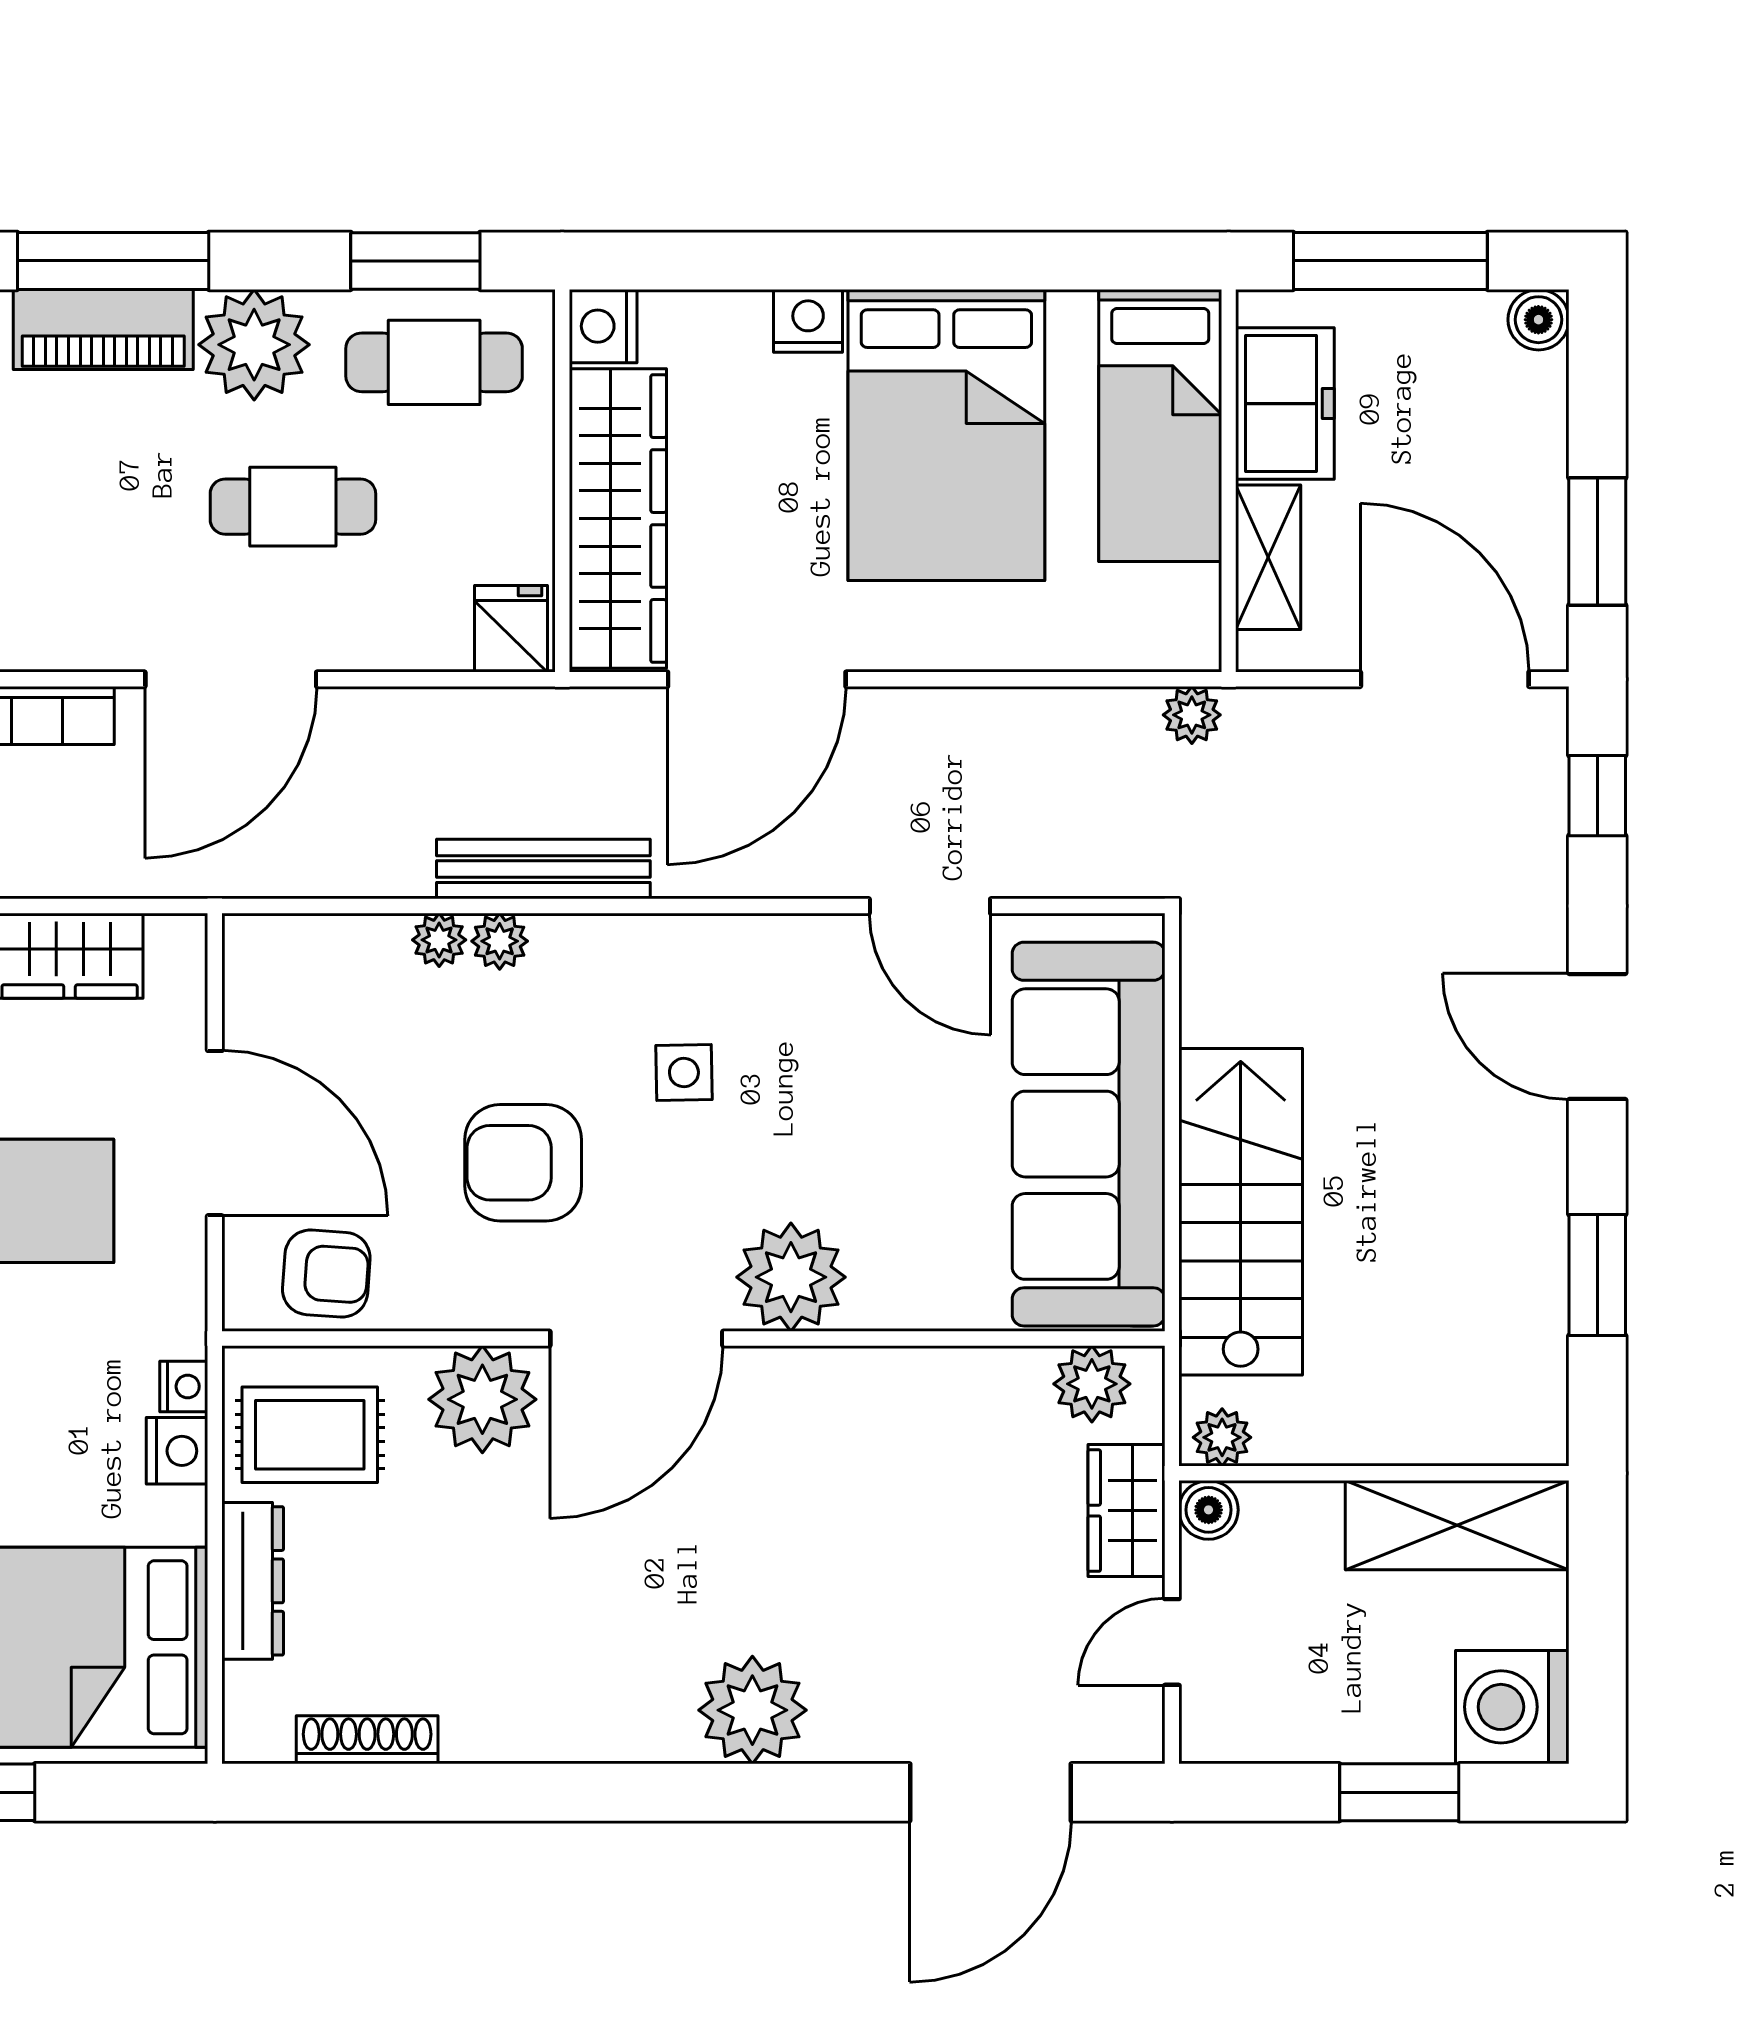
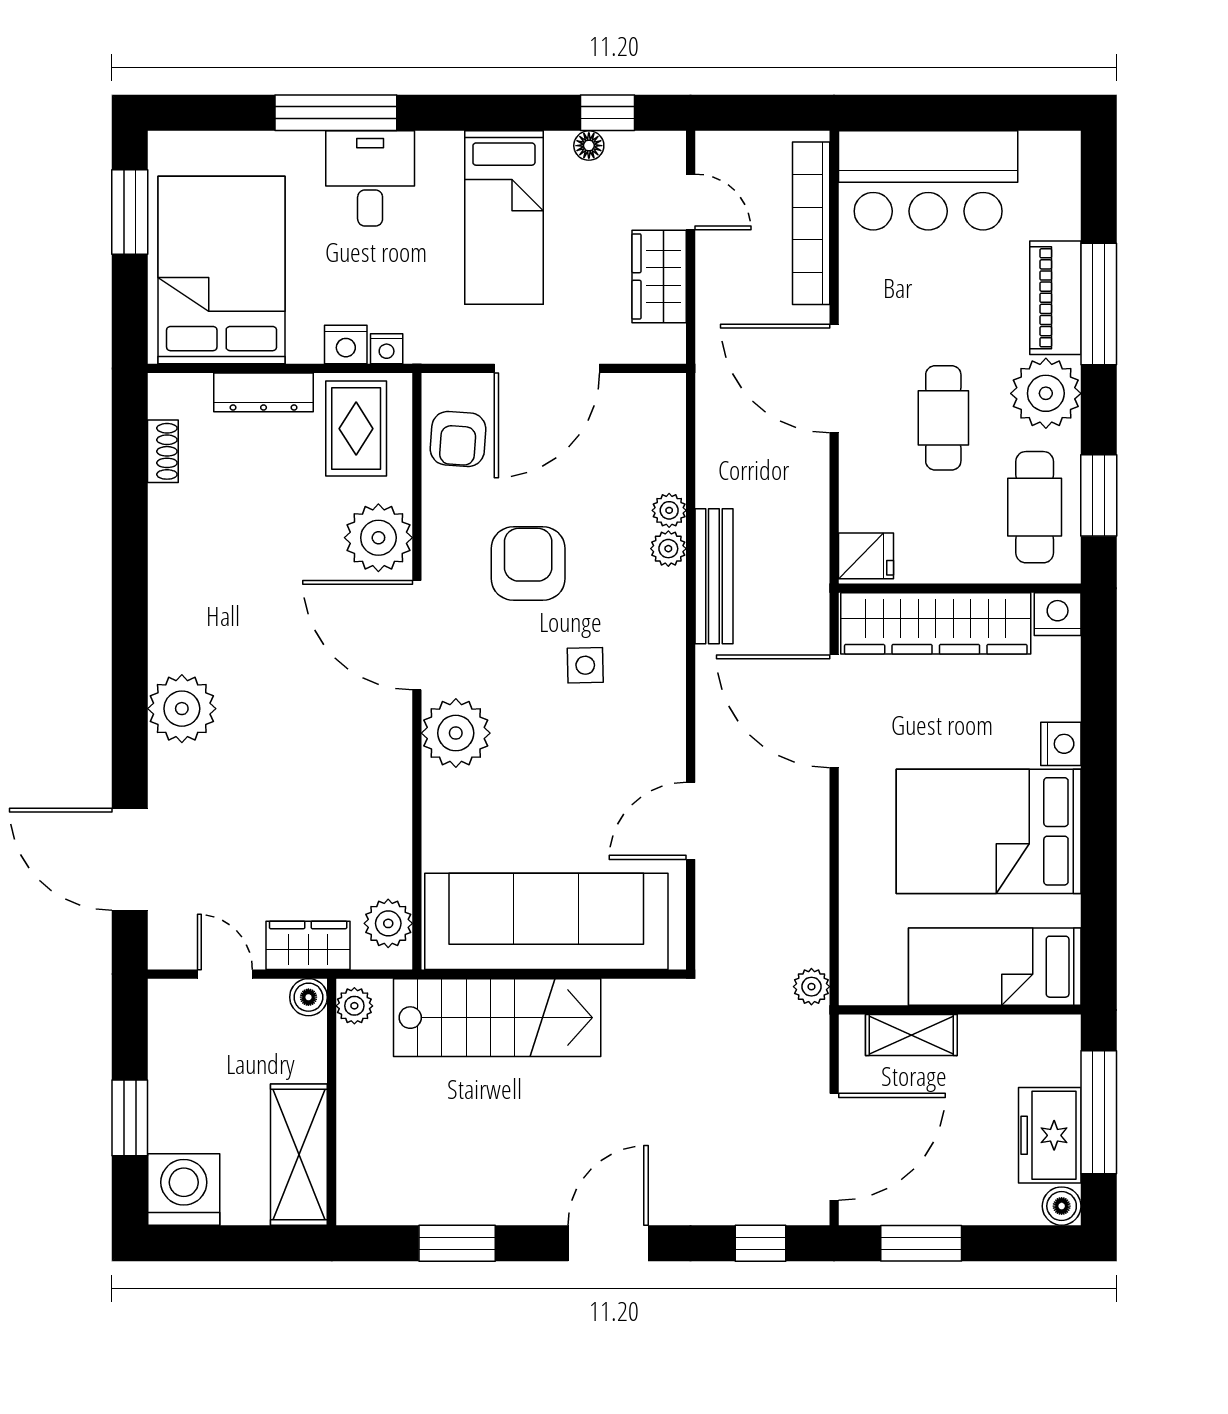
freezer: (1285, 404) -> (1050, 1135), moved, turned 90
shoe rack: (367, 1740) -> (163, 451), width x0.70

